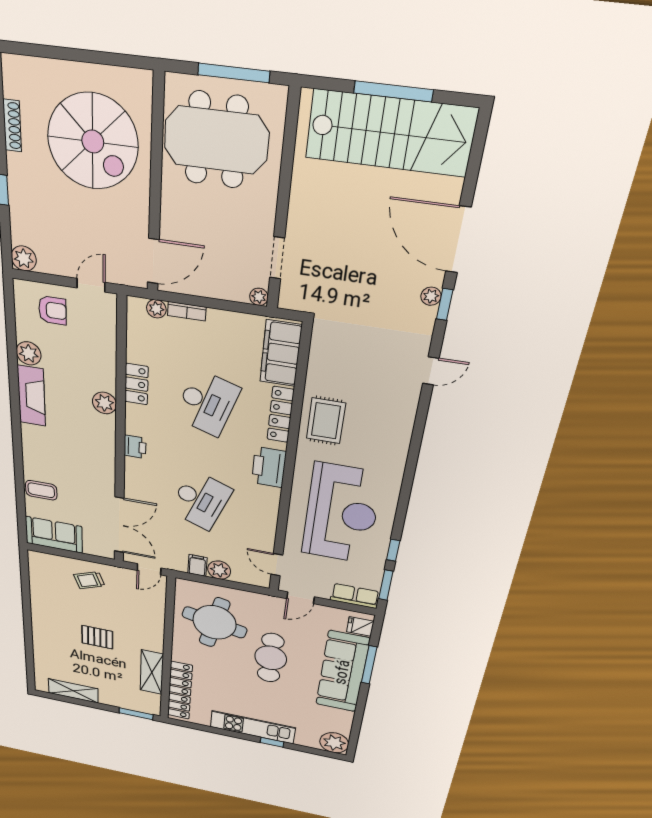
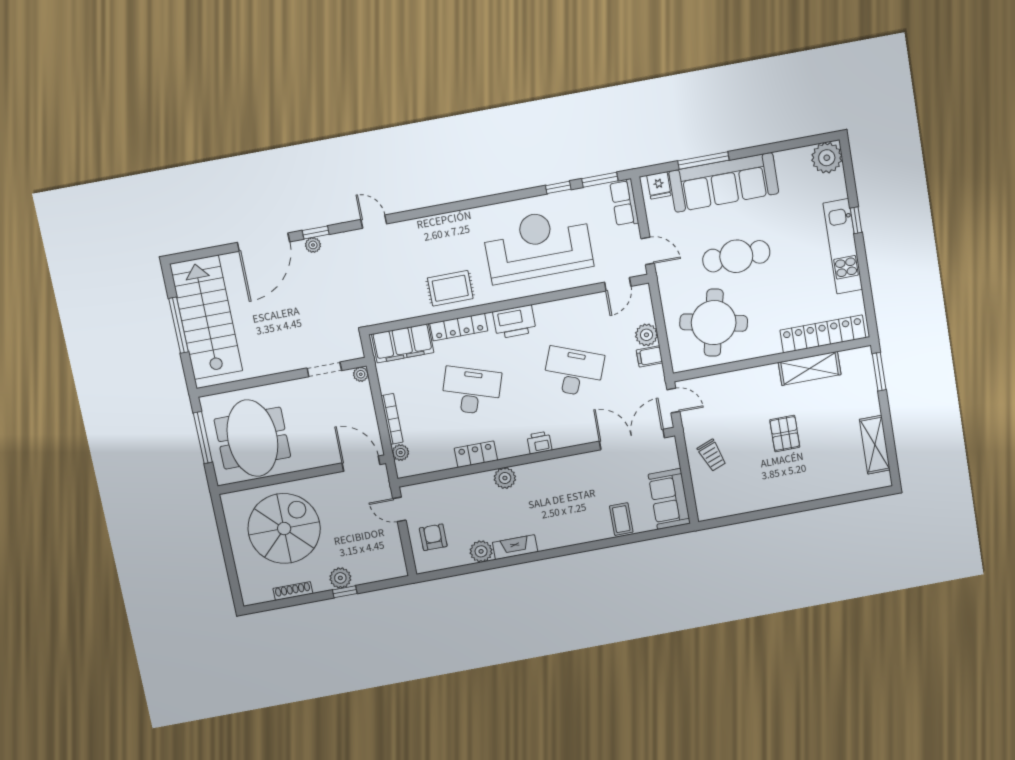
plant: (24, 258) -> (340, 578), moved
bookcase: (187, 311) -> (392, 419), width x1.56
fireplace: (31, 396) -> (515, 547), width x0.73, depth x0.76

